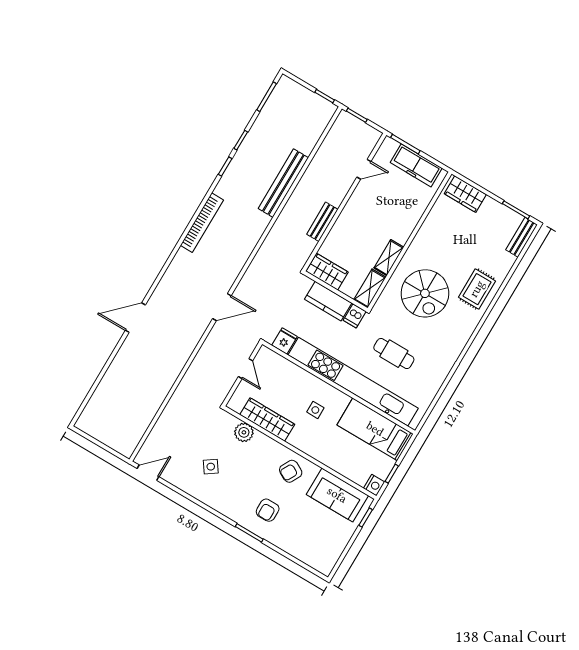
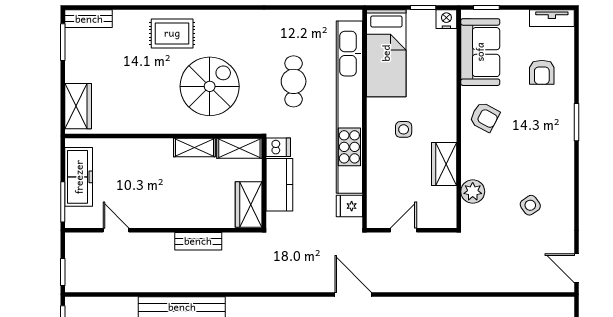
wardrobe: (267, 419) -> (444, 164), width x0.67
armchair: (268, 510) -> (542, 72), moved, turned 90
tv unit: (331, 558) -> (552, 18), added

